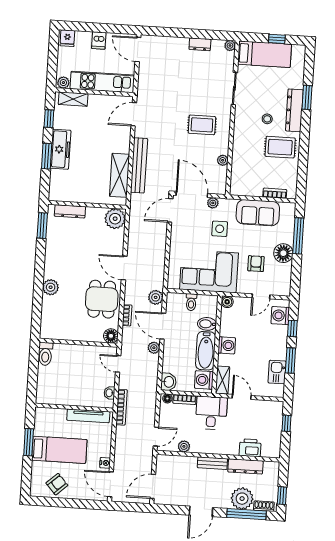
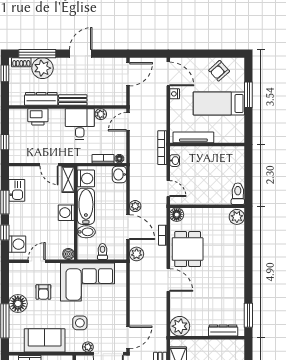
plant: (51, 287) -> (237, 217), moved
desk: (211, 413) -> (80, 124), moved, turned 180
window: (29, 442) -> (248, 95), moved

